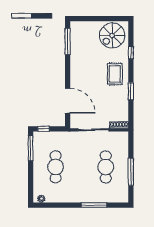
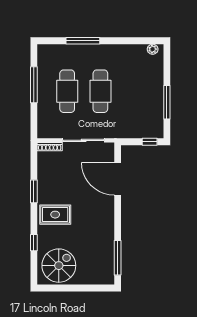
rug: (115, 74) -> (55, 215), turned 90
window: (31, 148) -> (167, 102), moved
cafe table: (56, 167) -> (100, 91), moved

